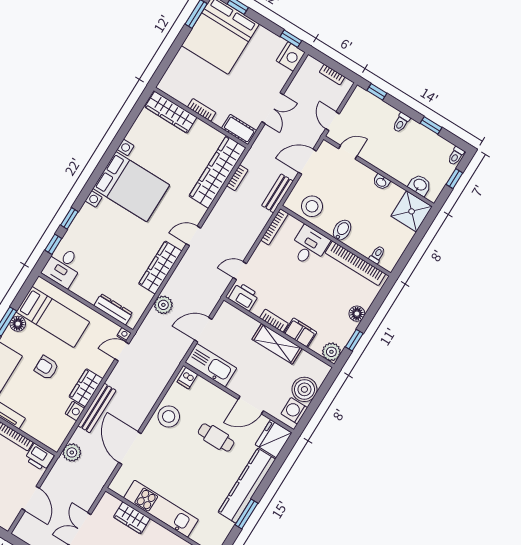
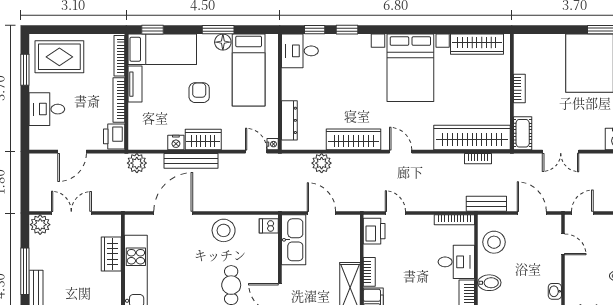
wardrobe: (171, 112) -> (477, 44), moved, turned -90

